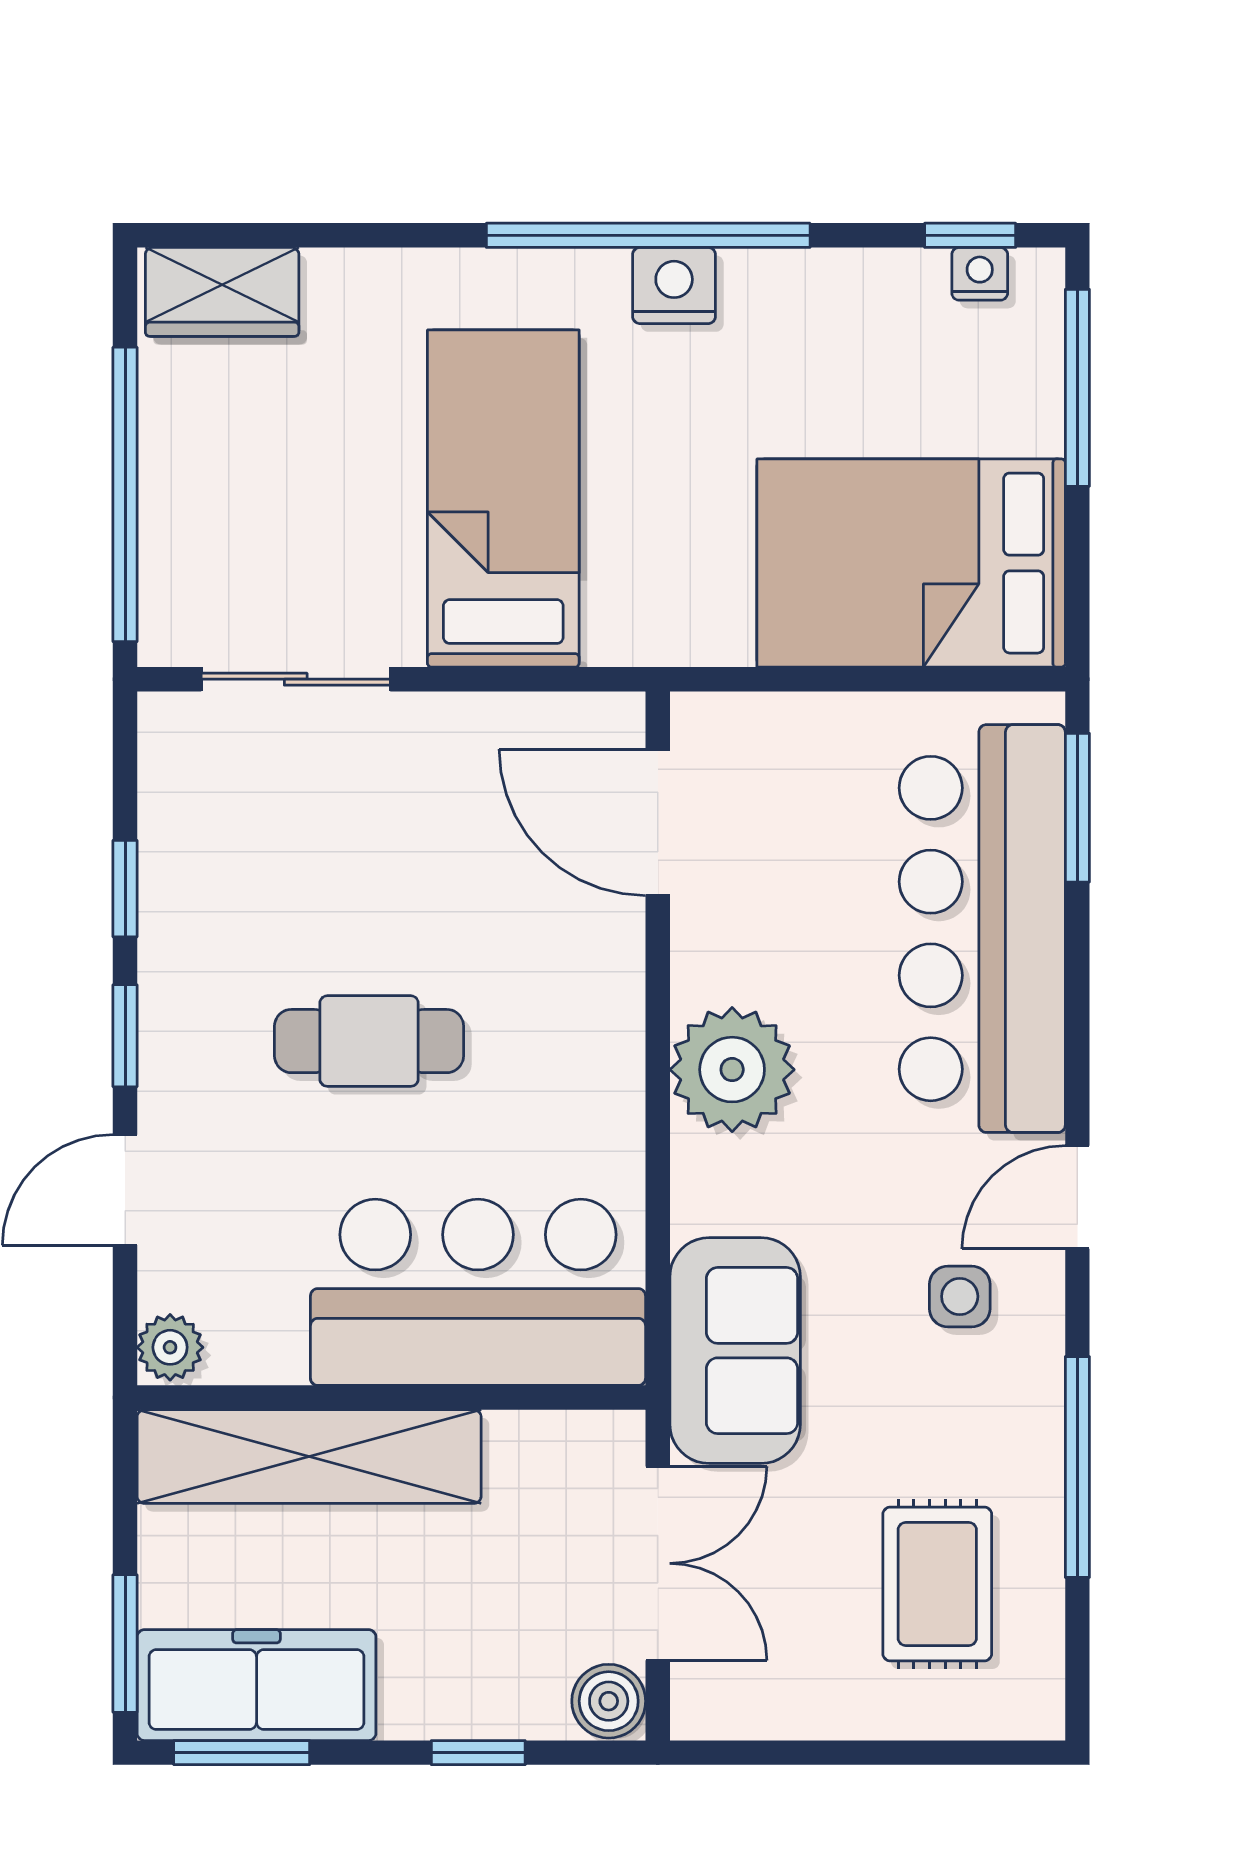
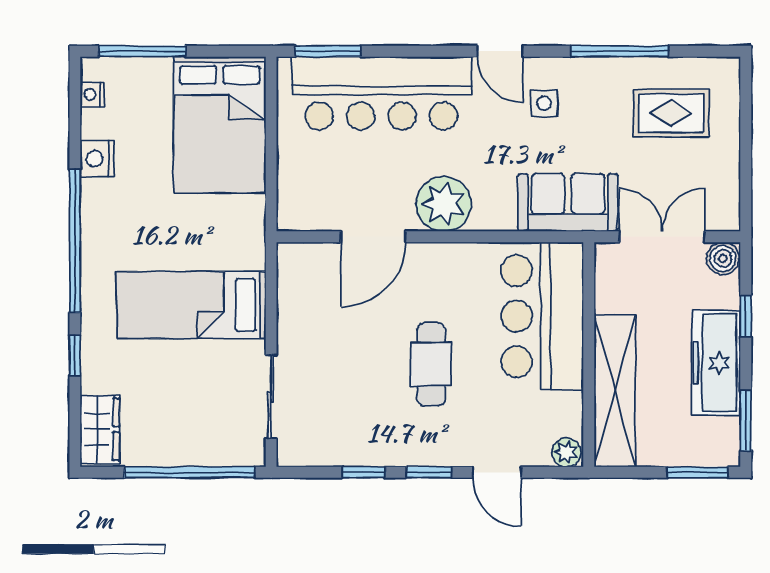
window: (970, 235) -> (75, 355), moved
nightstand: (674, 285) -> (97, 159), moved
door: (658, 822) -> (373, 237), moved
freezer: (257, 1685) -> (716, 363), moved

